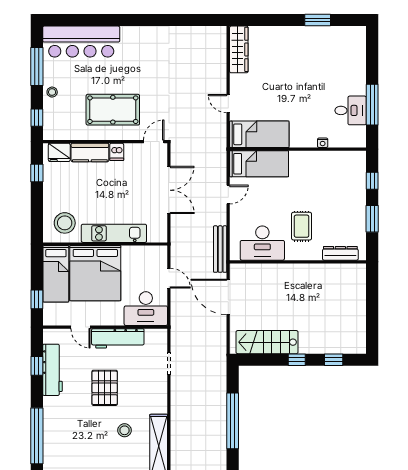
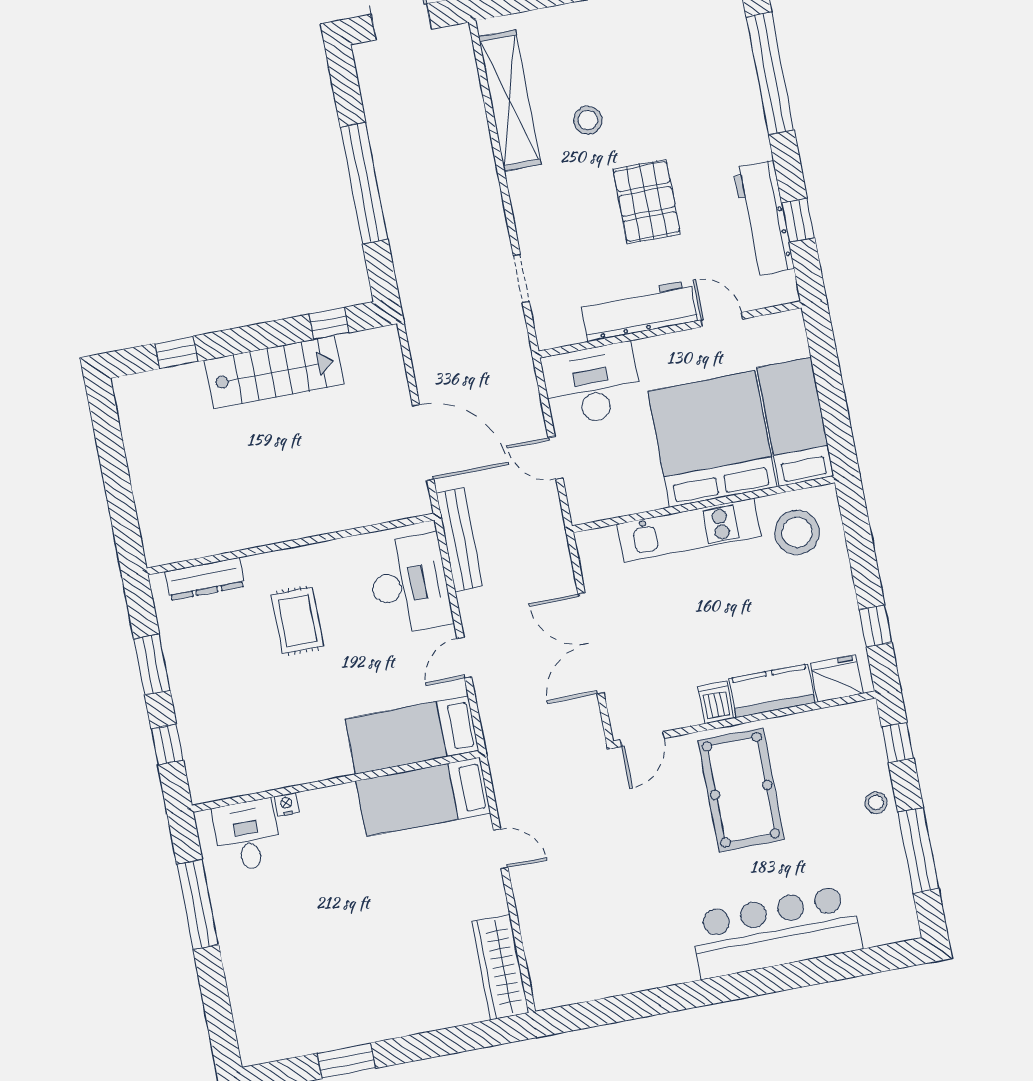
bar counter: (81, 42) -> (776, 932), moved
pool table: (113, 110) -> (741, 790), turned 90
desk: (351, 110) -> (247, 835), moved, turned 90
desk: (262, 243) -> (409, 584), moved, turned 90
window: (37, 299) -> (825, 360), removed
stairs: (267, 342) -> (274, 372), moved
window: (297, 360) -> (329, 323), moved

